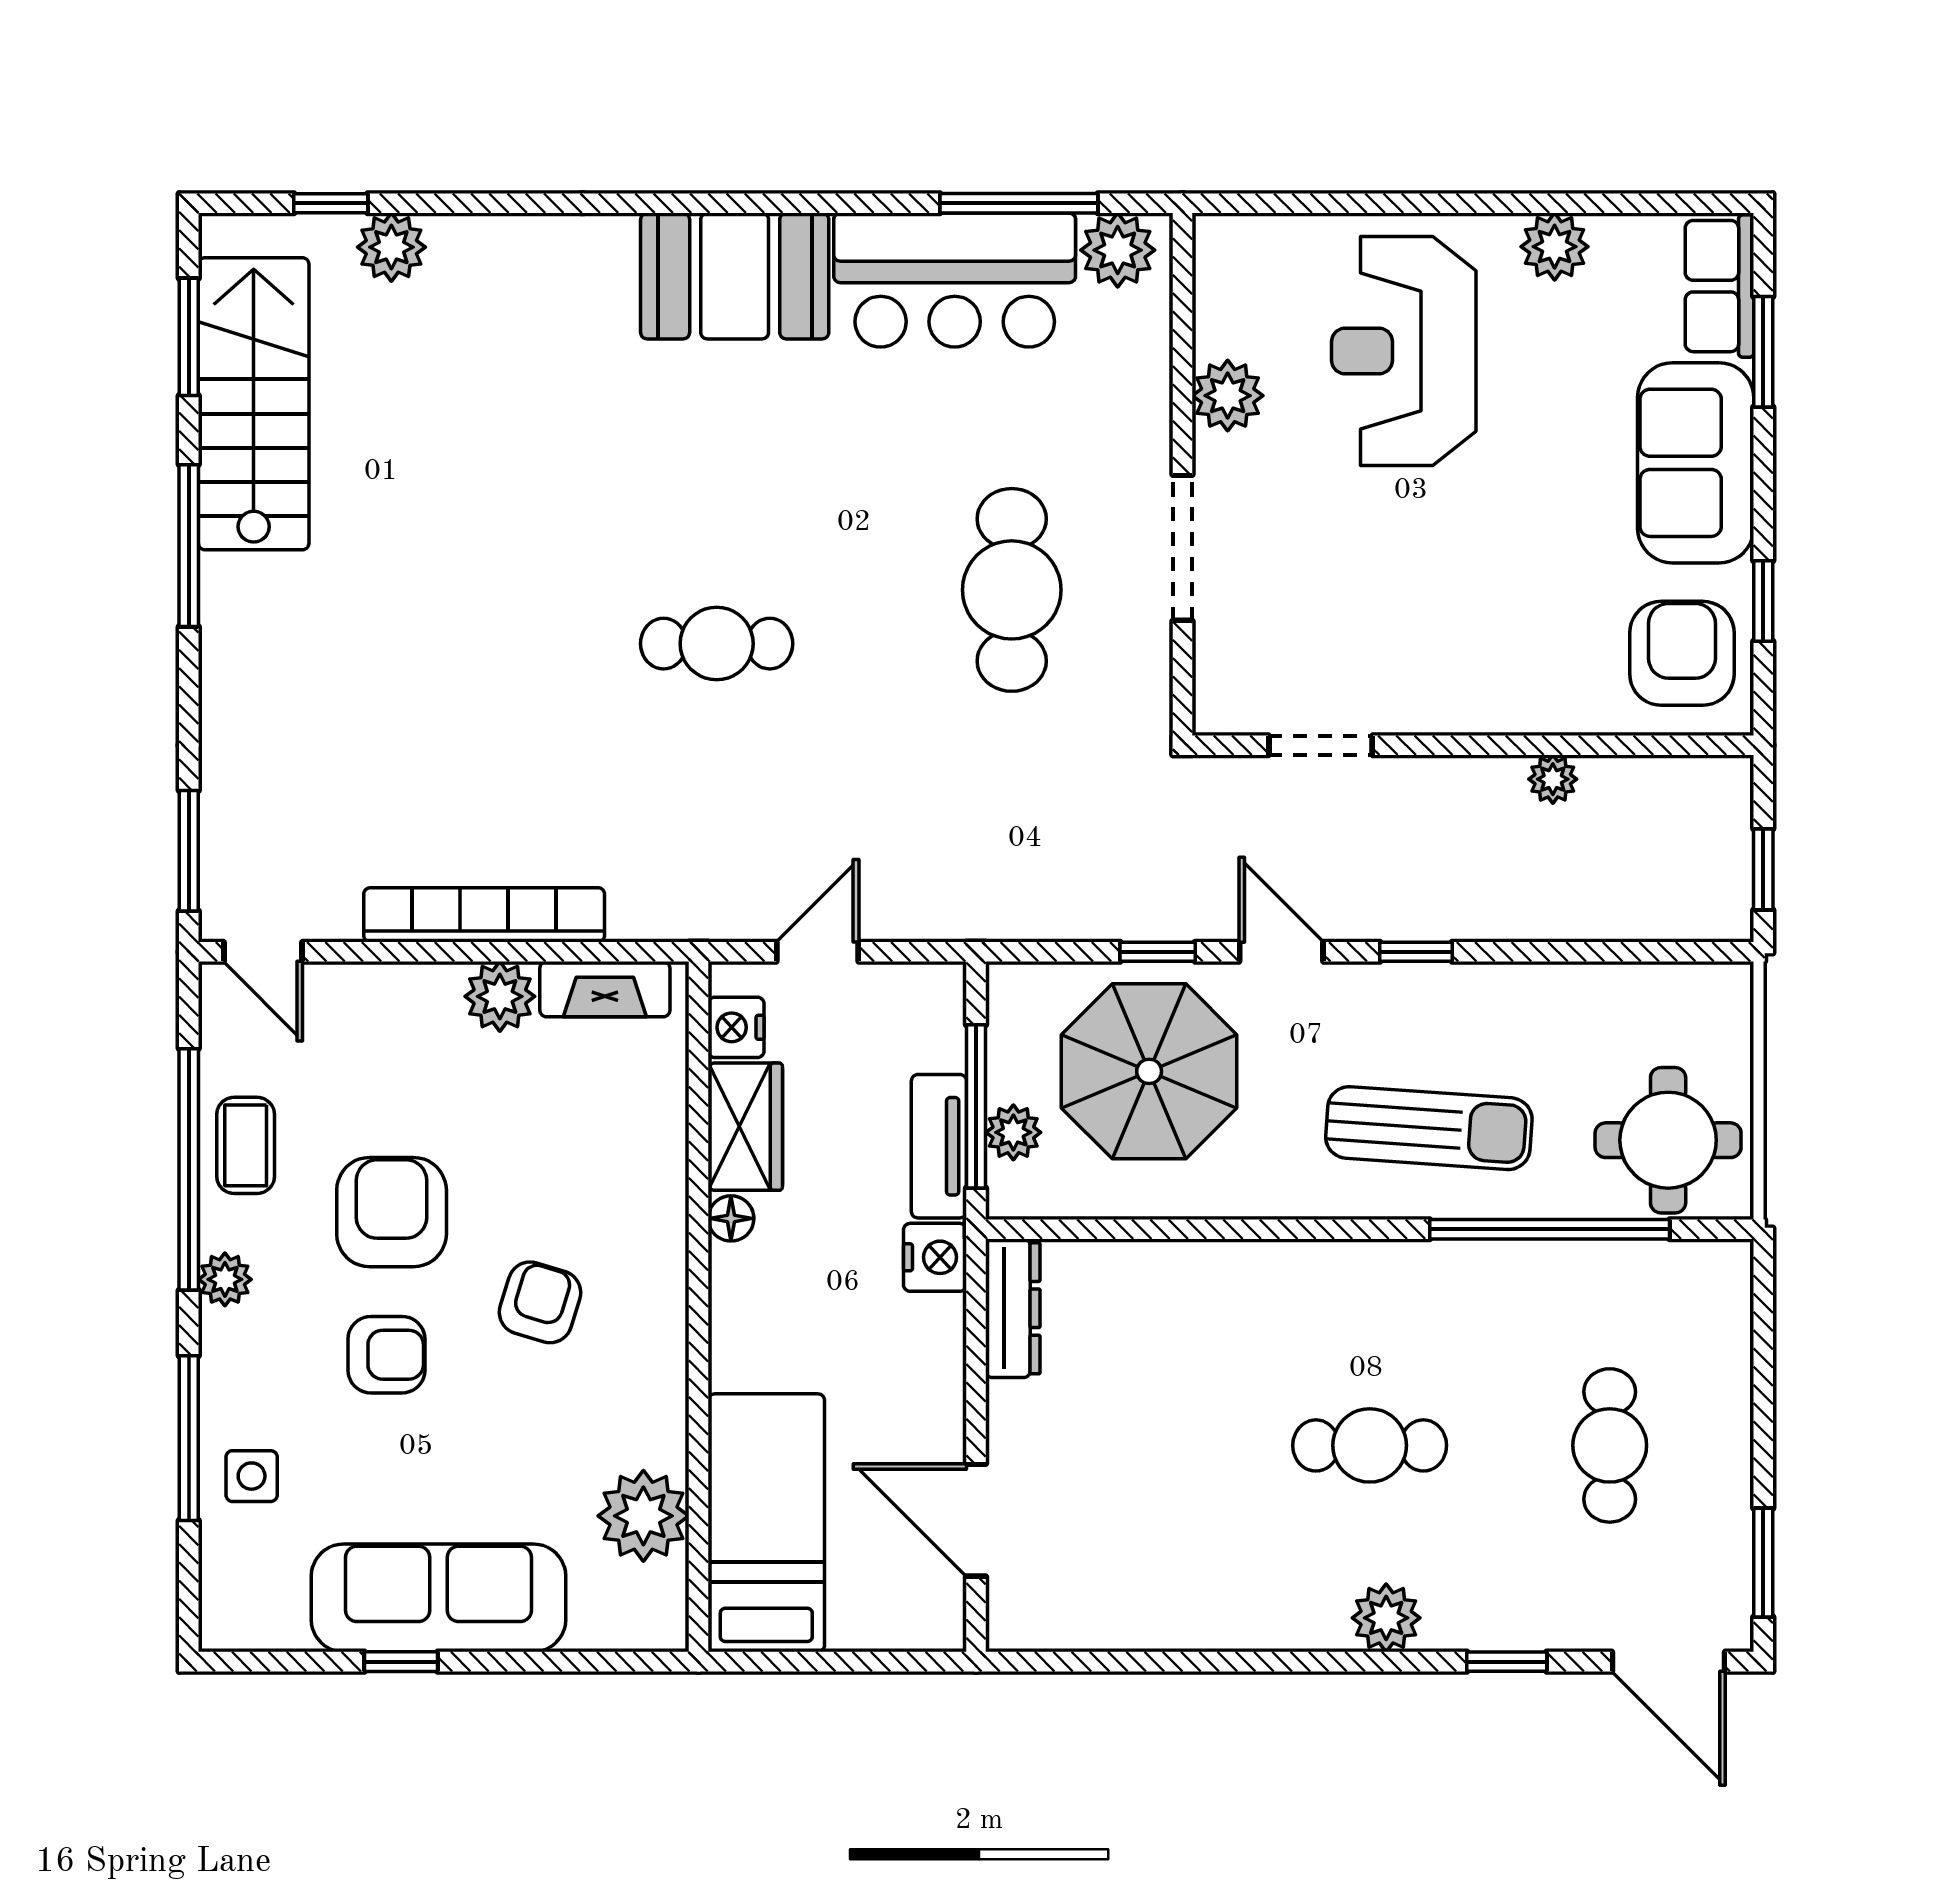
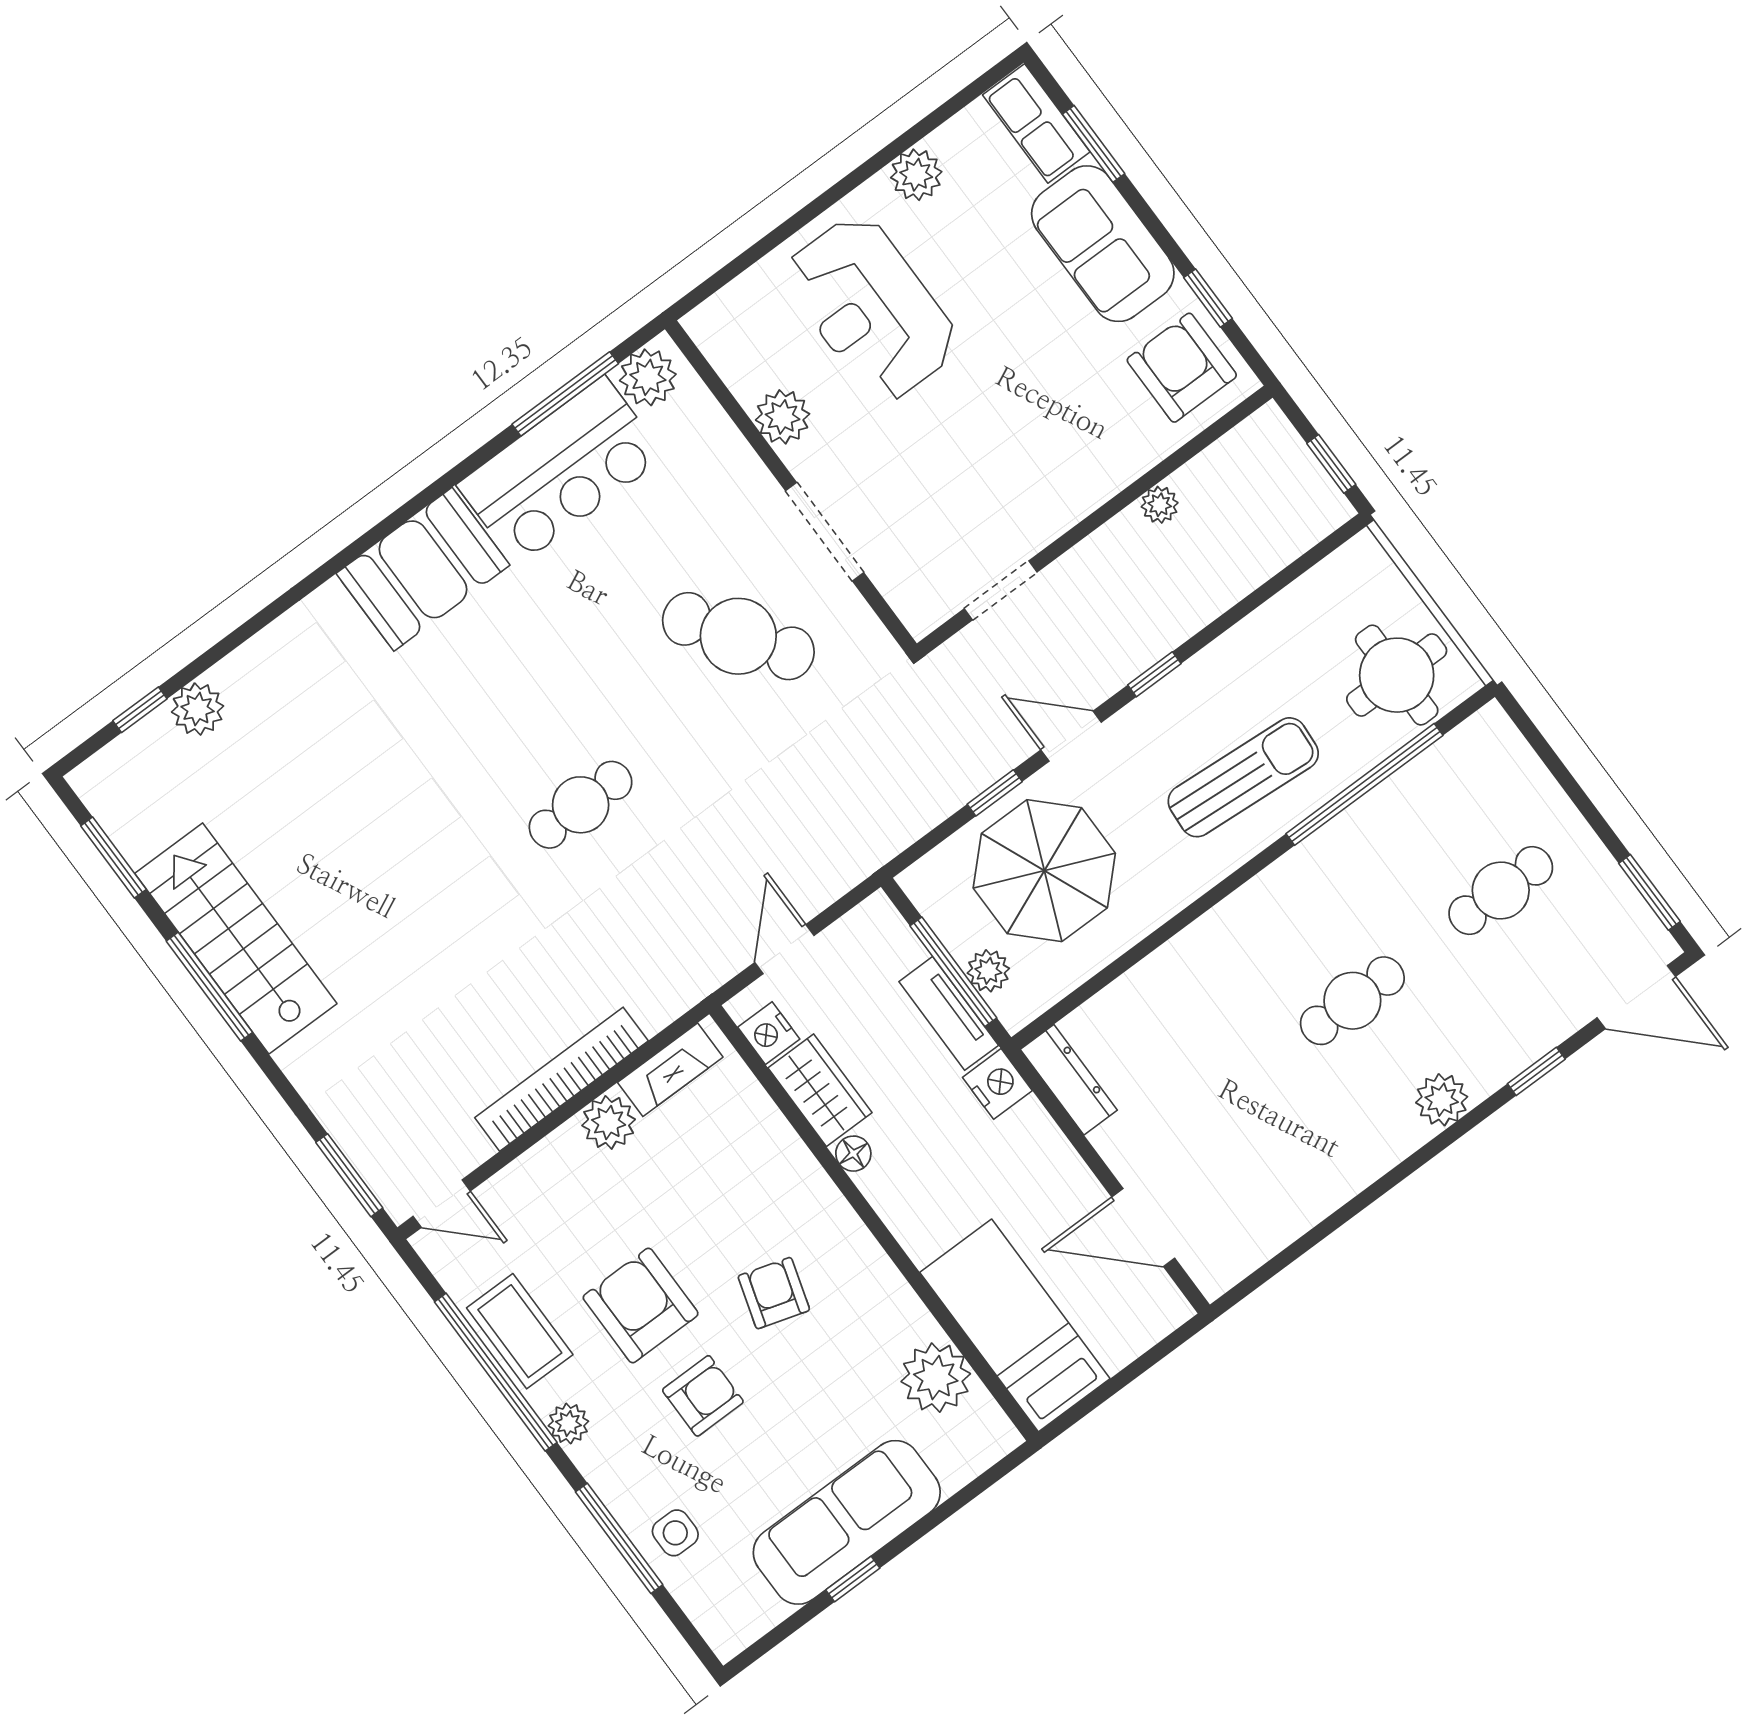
stairs: (254, 404) -> (236, 938), moved
cafe table: (1012, 590) -> (738, 636), turned -35
coffee table: (246, 1145) -> (520, 1331), width x1.36, depth x1.30
cafe table: (1610, 1445) -> (1501, 890), turned 90

